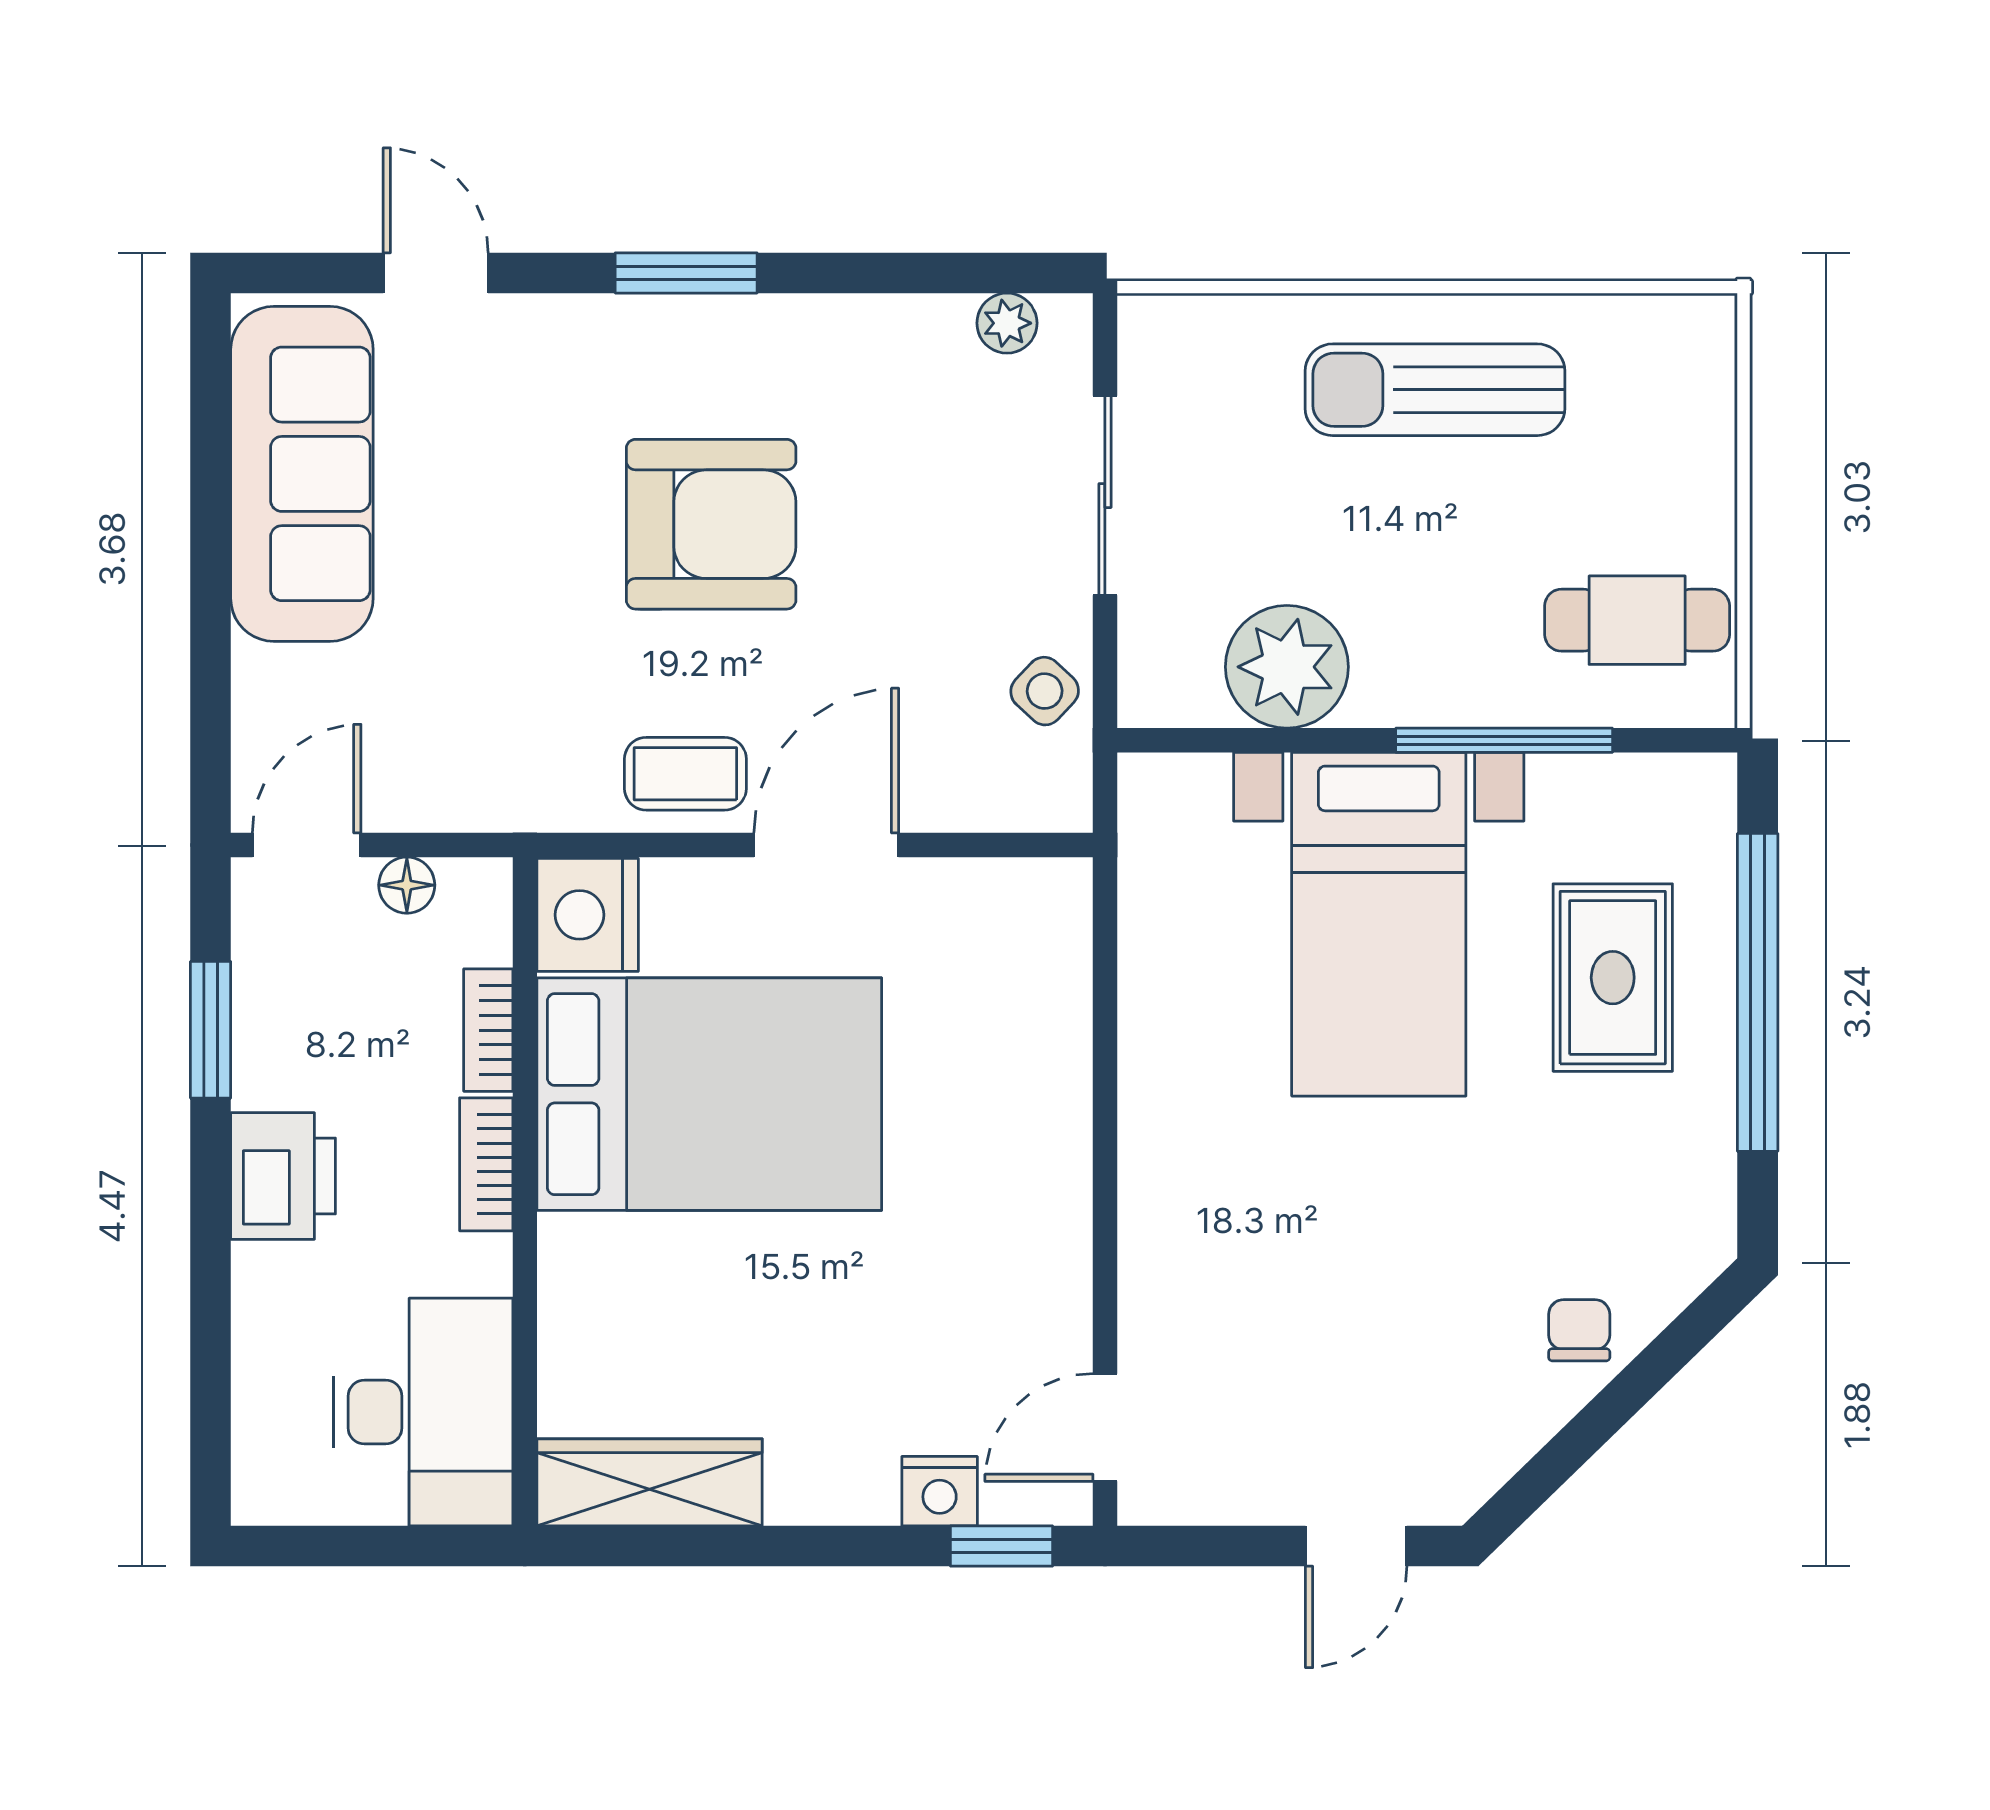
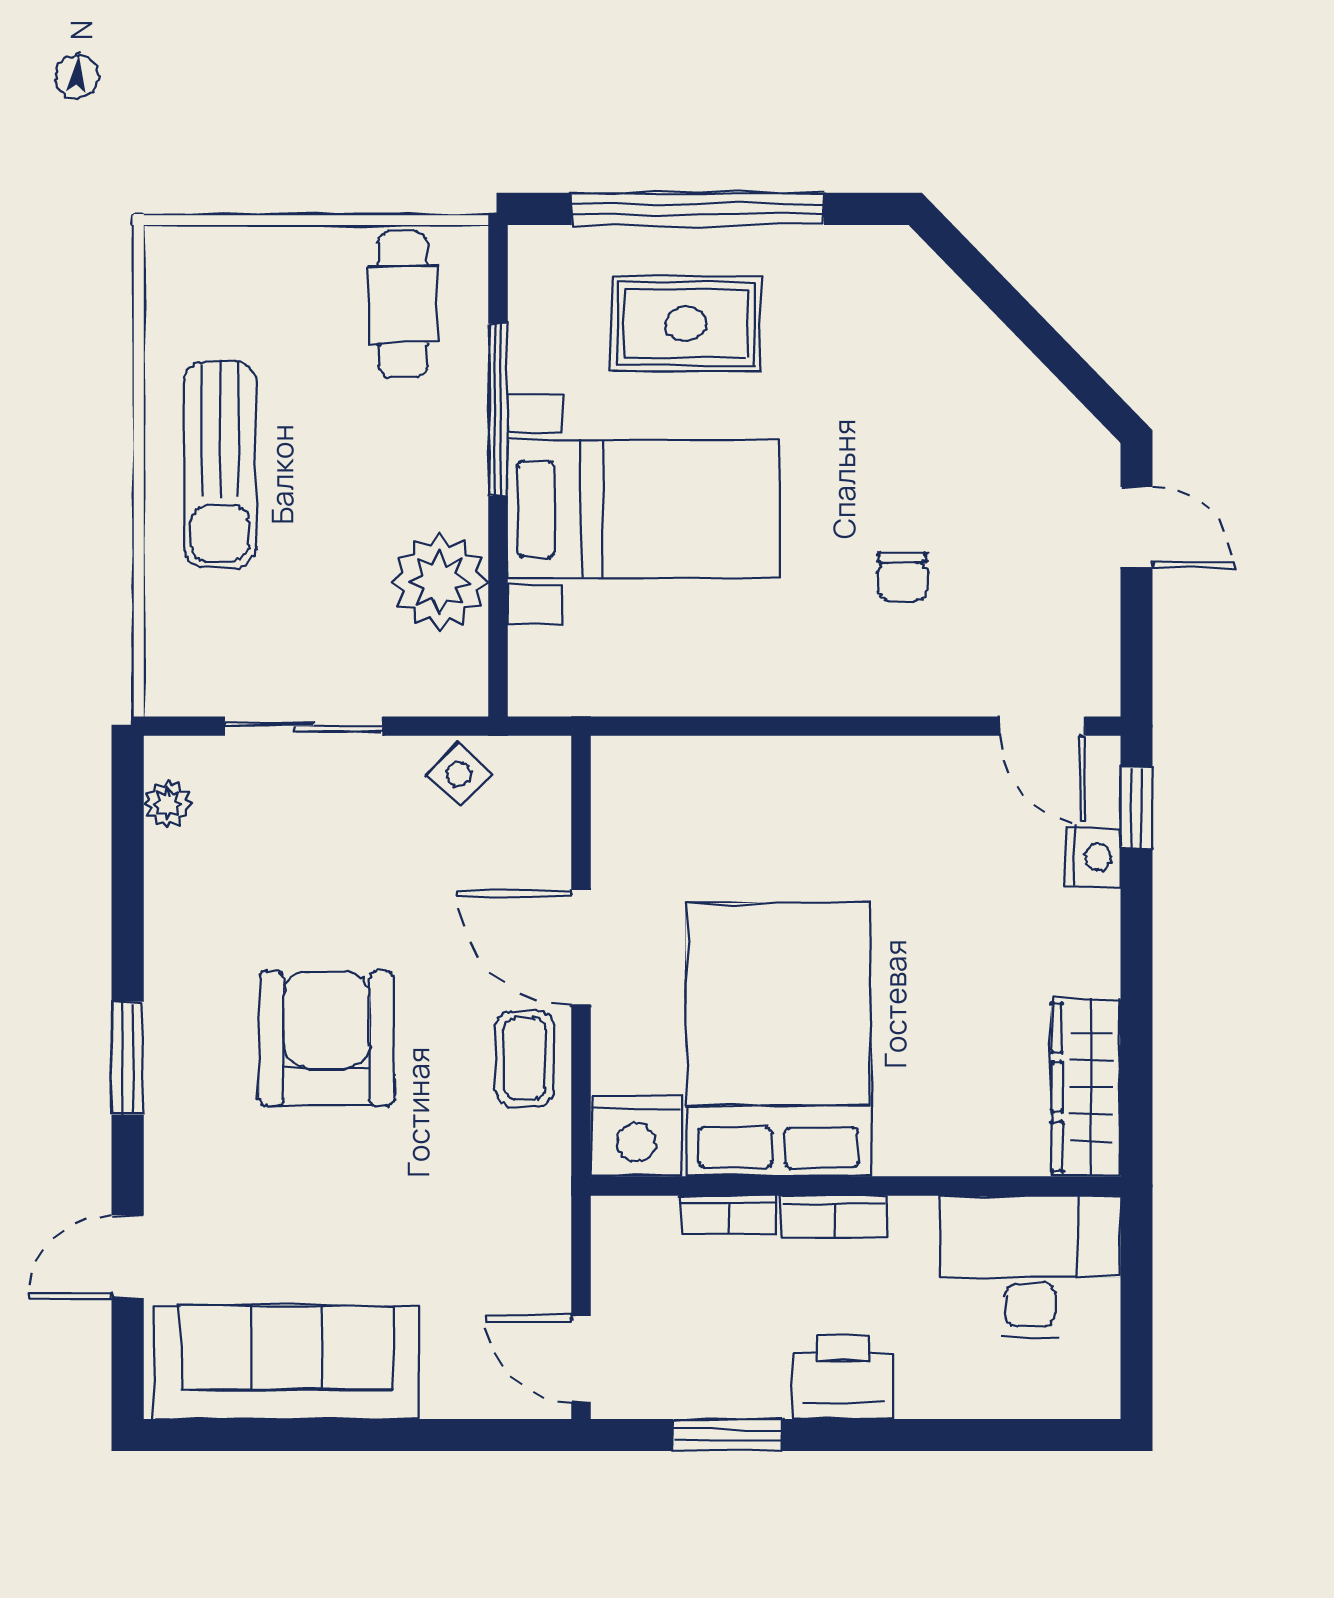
floor lamp: (407, 885) -> (613, 1280), removed
chair: (1579, 1330) -> (902, 577), moved, turned -90

